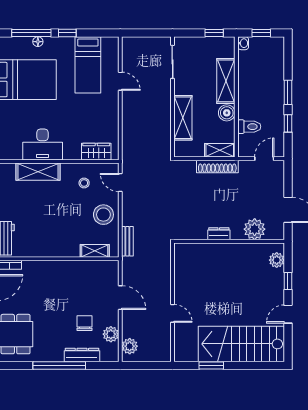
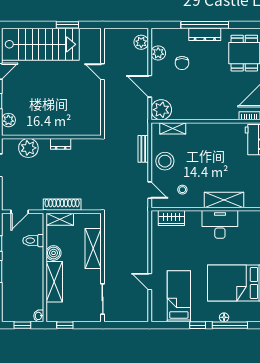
bench: (127, 241) -> (143, 149), moved
plant: (107, 271) -> (161, 110), added
dresser: (82, 355) -> (205, 34), moved

